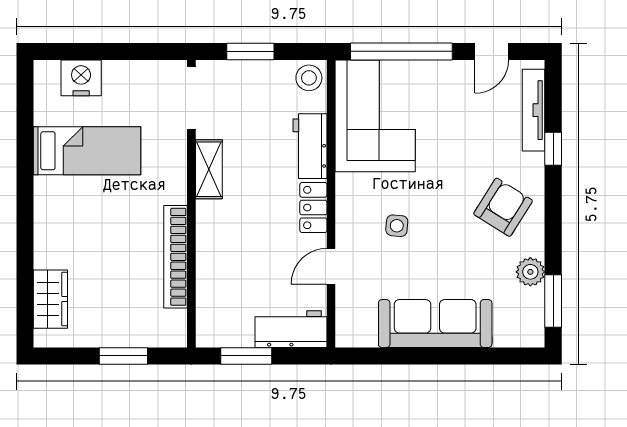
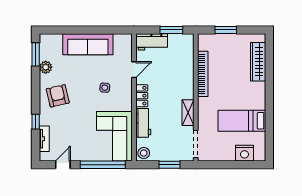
tv unit: (534, 110) -> (44, 139), width x0.71
armchair: (503, 207) -> (58, 96), turned 135
wardrobe: (50, 299) -> (258, 62), width x1.50

